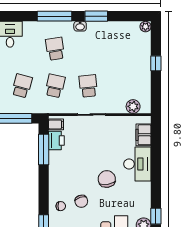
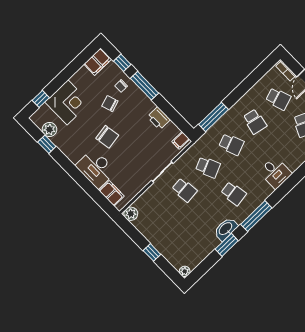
washbasin: (80, 26) -> (226, 229), width x1.91, depth x1.45
school desk: (22, 86) -> (231, 144), turned -36
school desk: (55, 86) -> (208, 167), turned -36
plant: (133, 106) -> (131, 214), moved
printer: (56, 140) -> (159, 118), moved
window: (44, 150) -> (144, 86), moved

